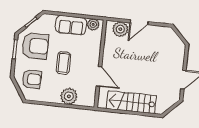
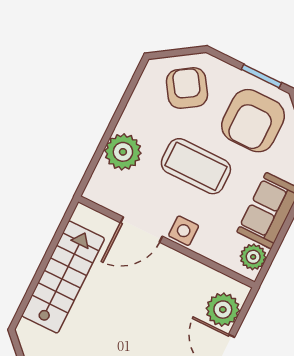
side table: (93, 58) -> (184, 231), added
coffee table: (63, 63) -> (196, 166), width x1.36, depth x1.32
armchair: (32, 79) -> (187, 88), turned 147

